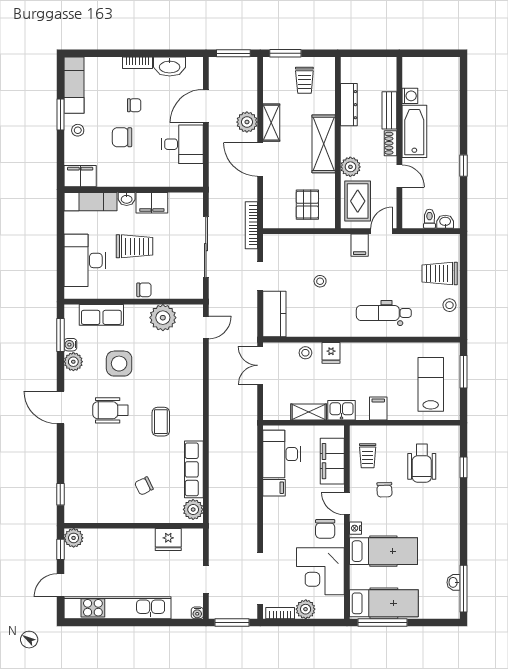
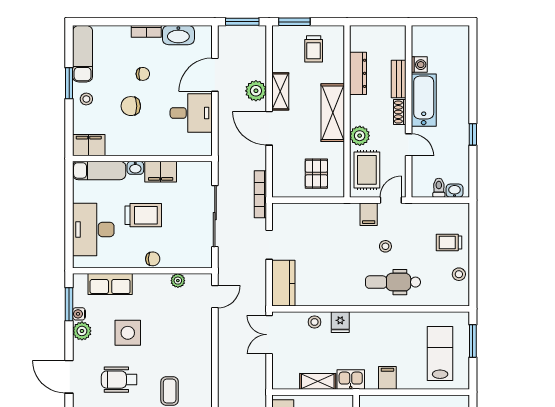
trolley: (440, 273) -> (449, 243), width x0.73, depth x0.72
stool: (320, 281) -> (385, 246), moved
plant: (163, 318) -> (178, 281), width x0.53, depth x0.53

